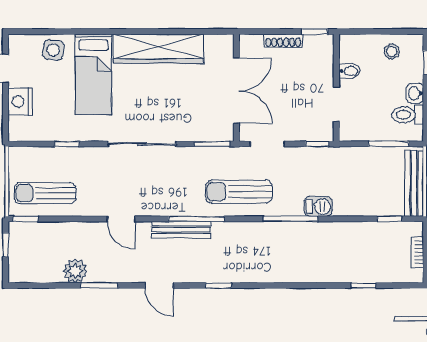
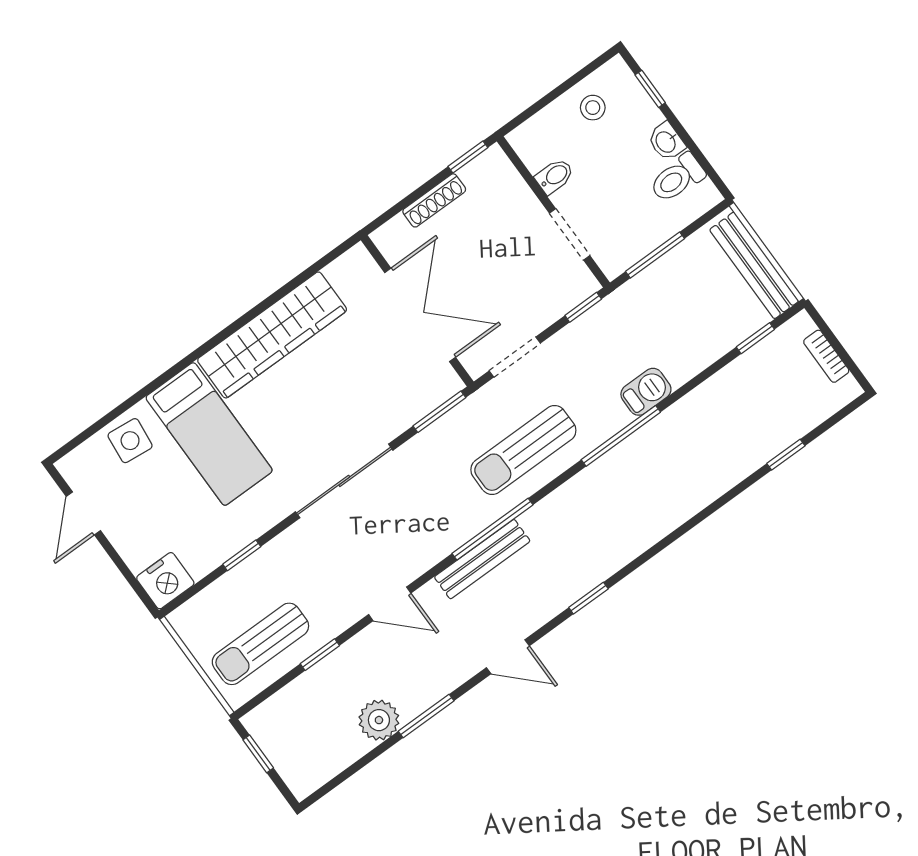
nightstand: (20, 102) -> (165, 581), moved, turned -90
window: (389, 144) -> (655, 255), moved
window: (26, 219) -> (320, 655), moved

